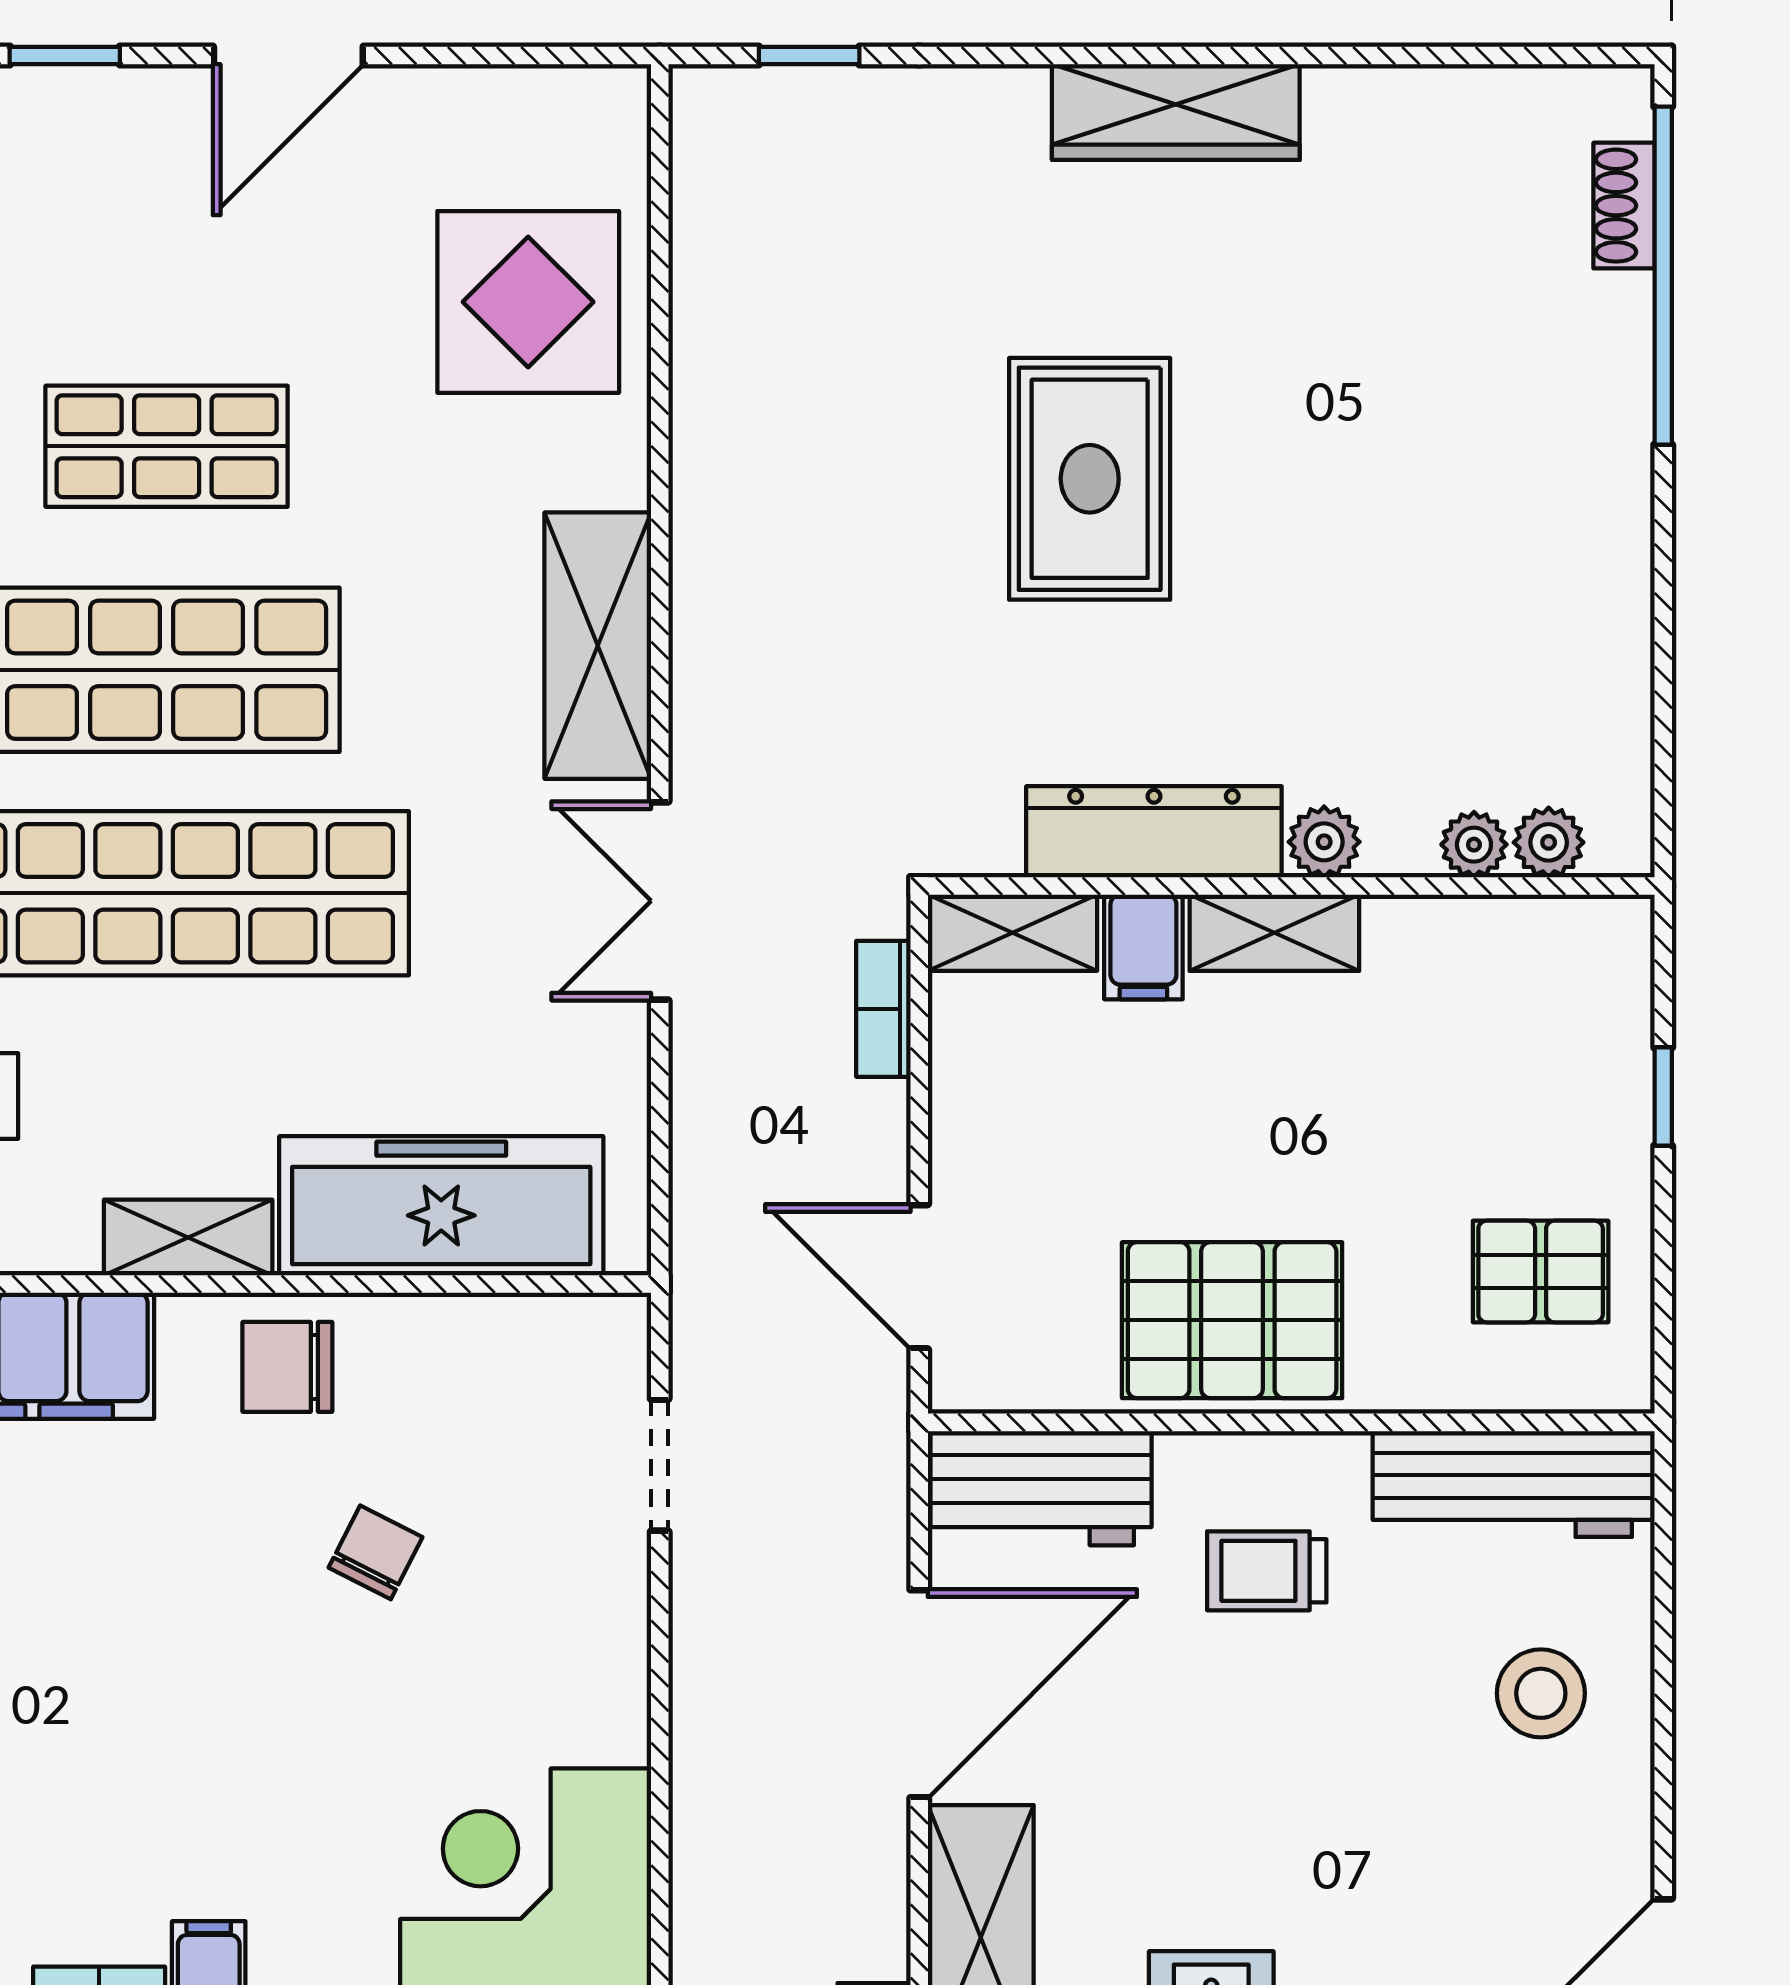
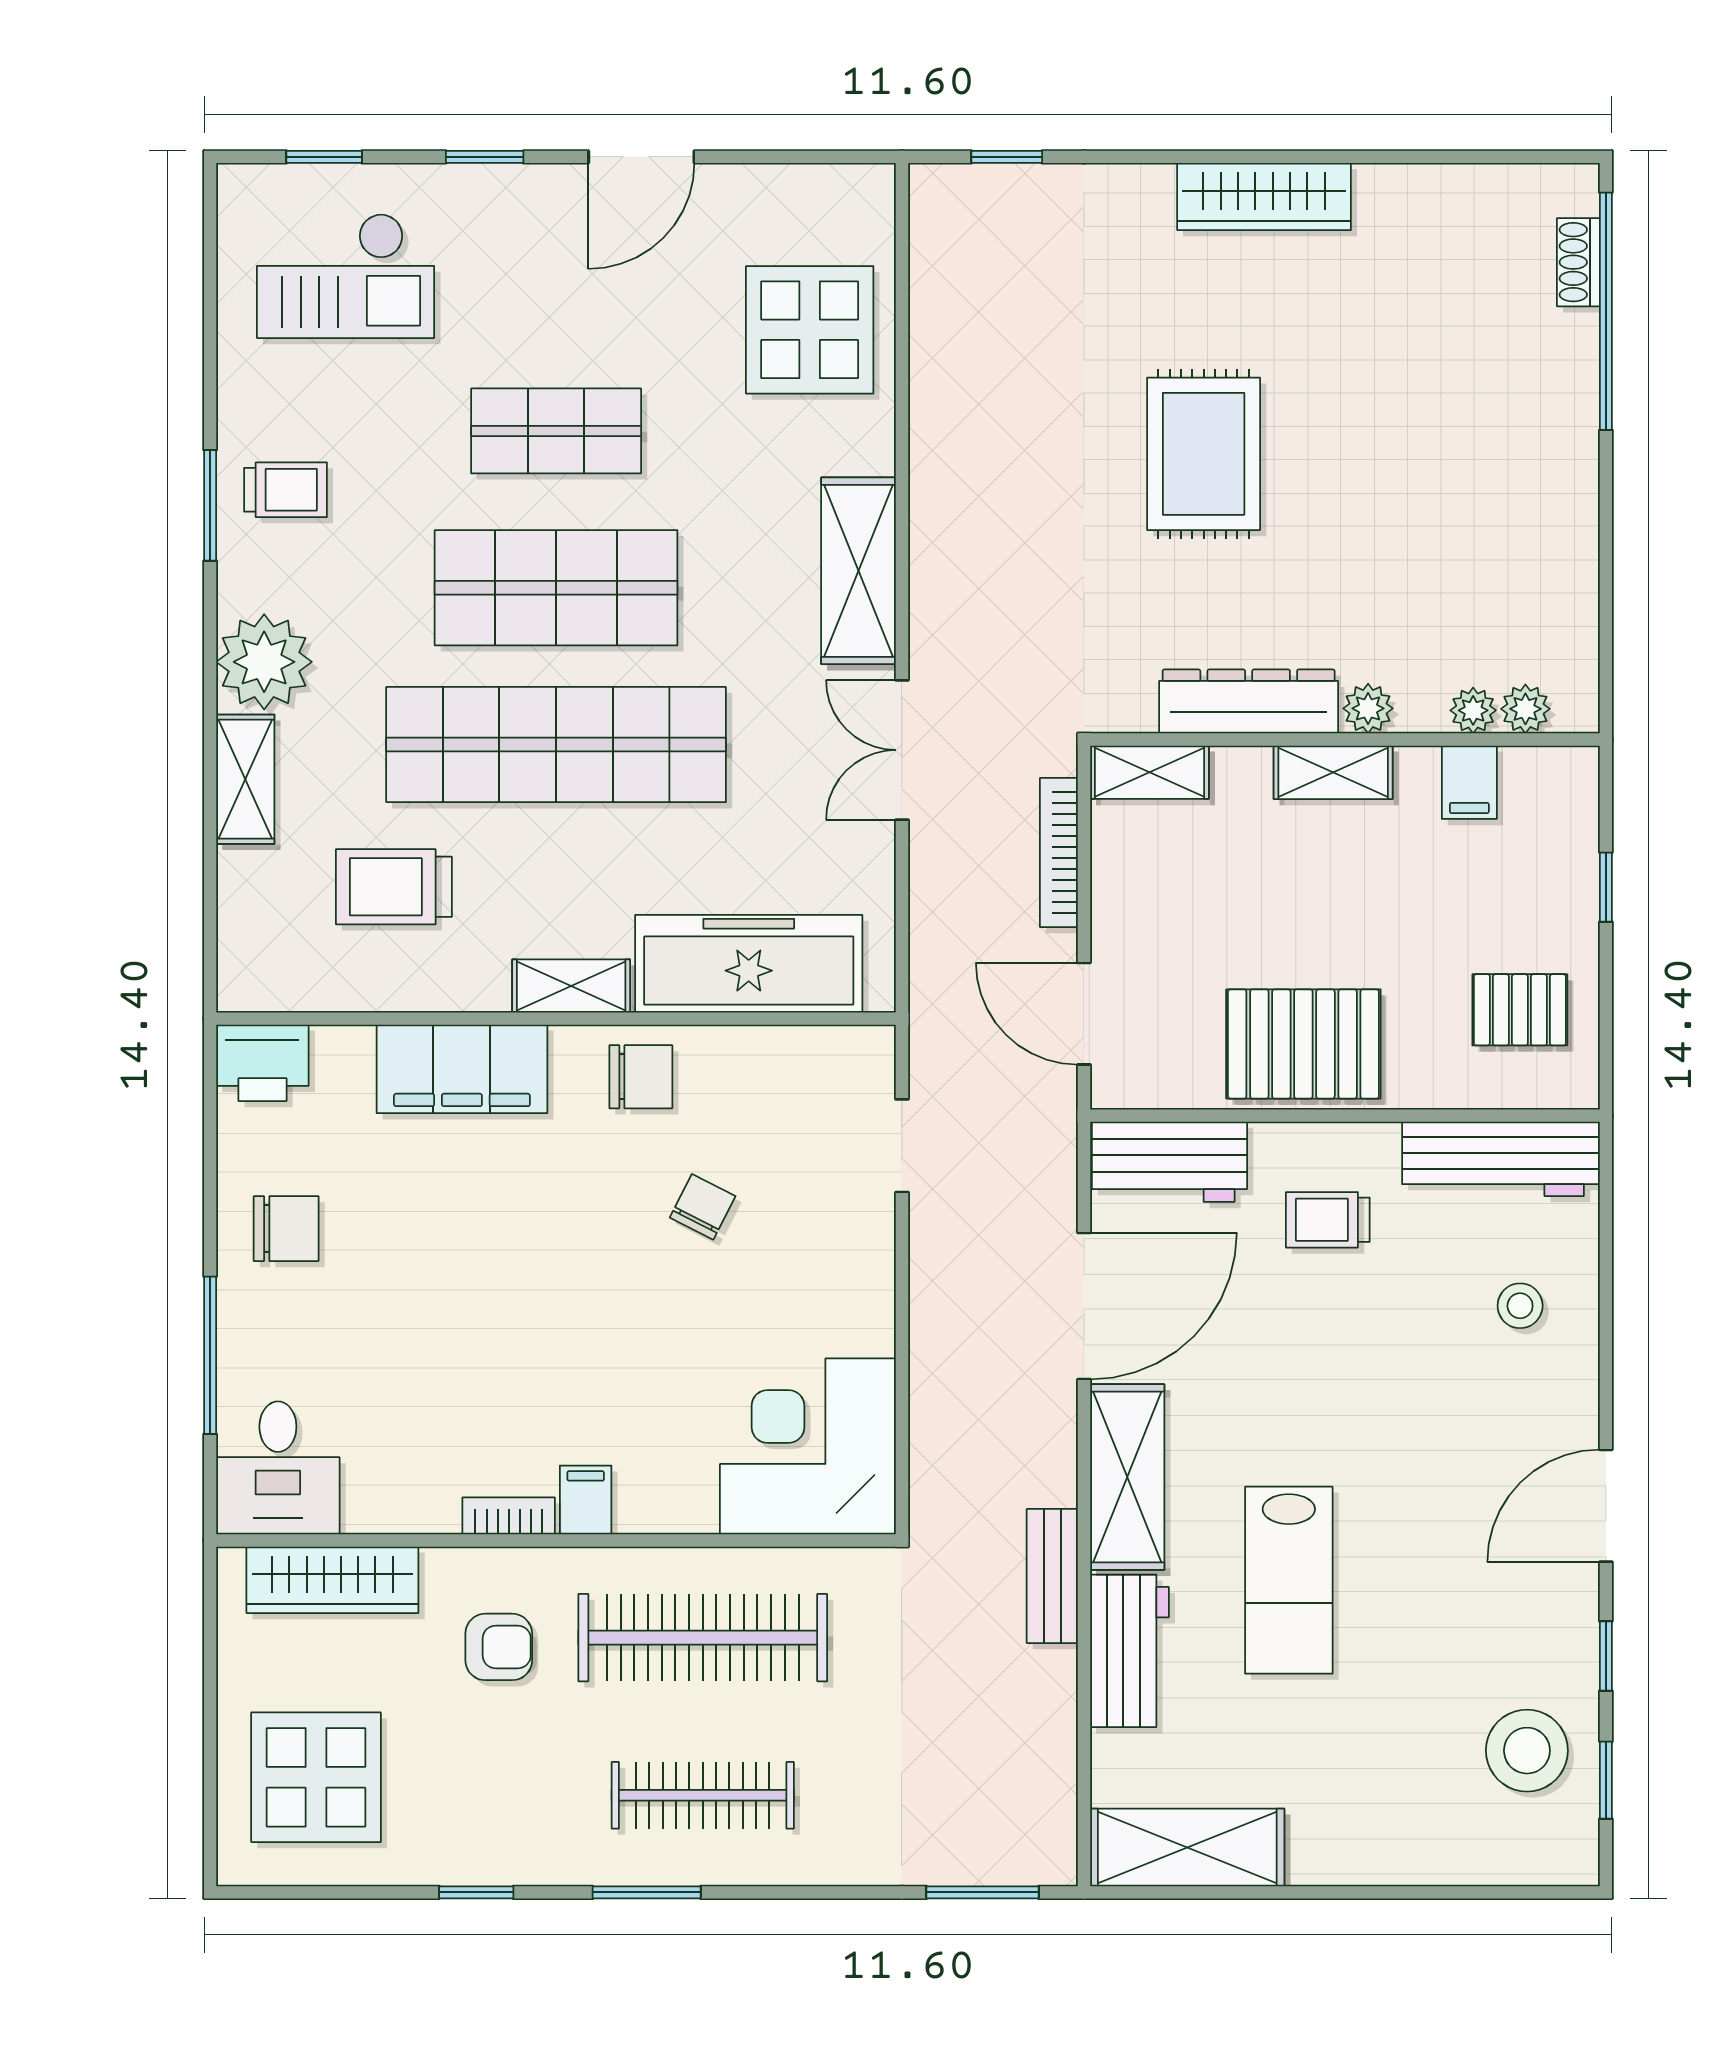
filing cabinet: (1143, 947) -> (1469, 782), moved
bookcase: (883, 1009) -> (1059, 852), width x1.56
chair: (287, 1367) -> (641, 1077), turned 180
stool: (1541, 1693) -> (1520, 1306), width x0.73, depth x0.73

